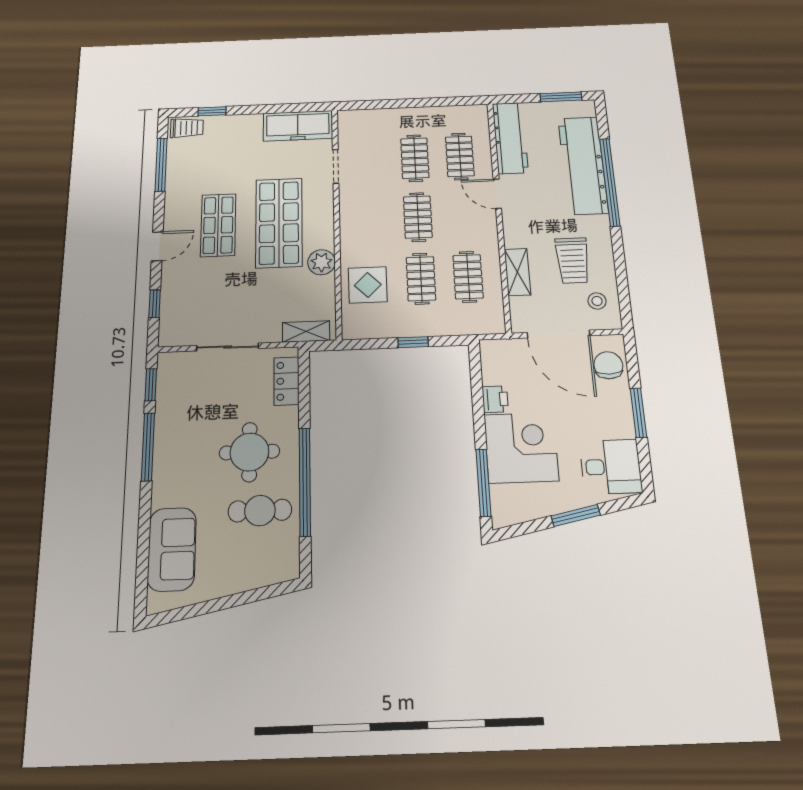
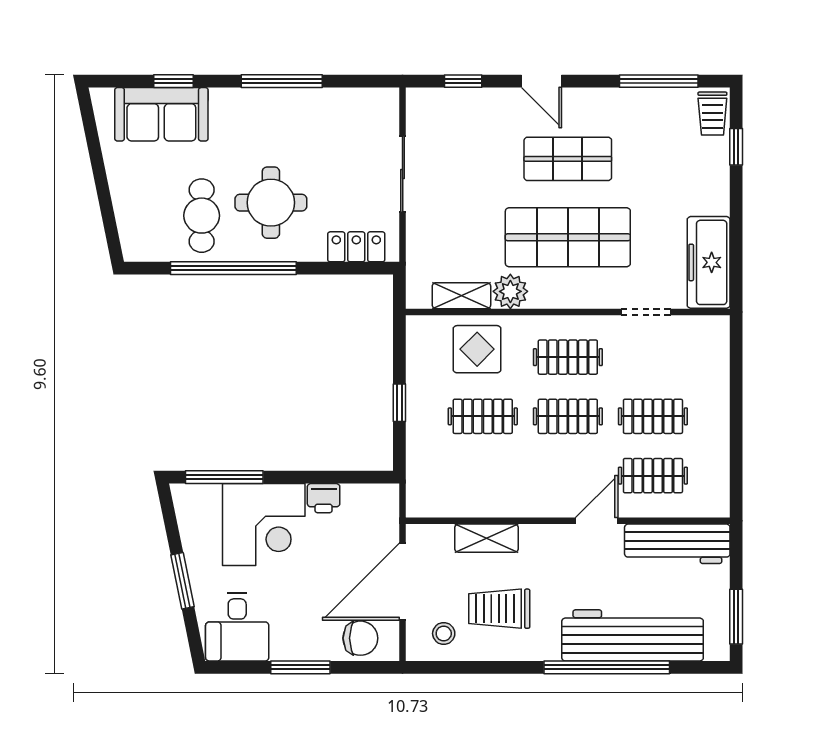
clothes rail: (468, 277) -> (568, 357), moved
shelving: (306, 331) -> (461, 296), moved, turned 90
window: (151, 385) -> (173, 81), moved

